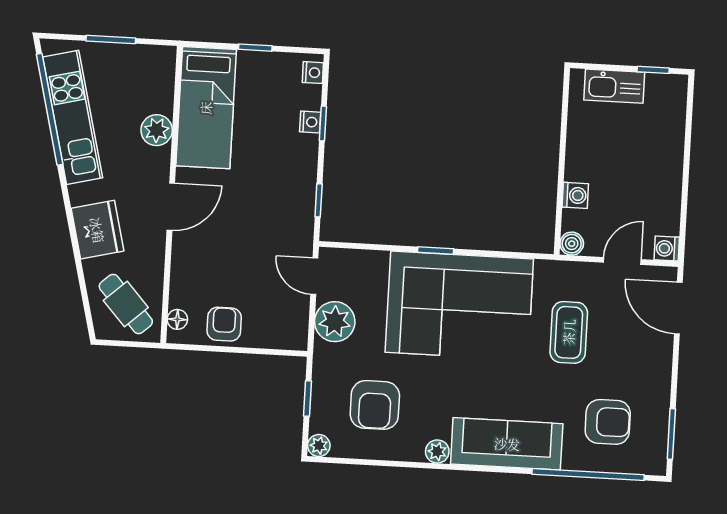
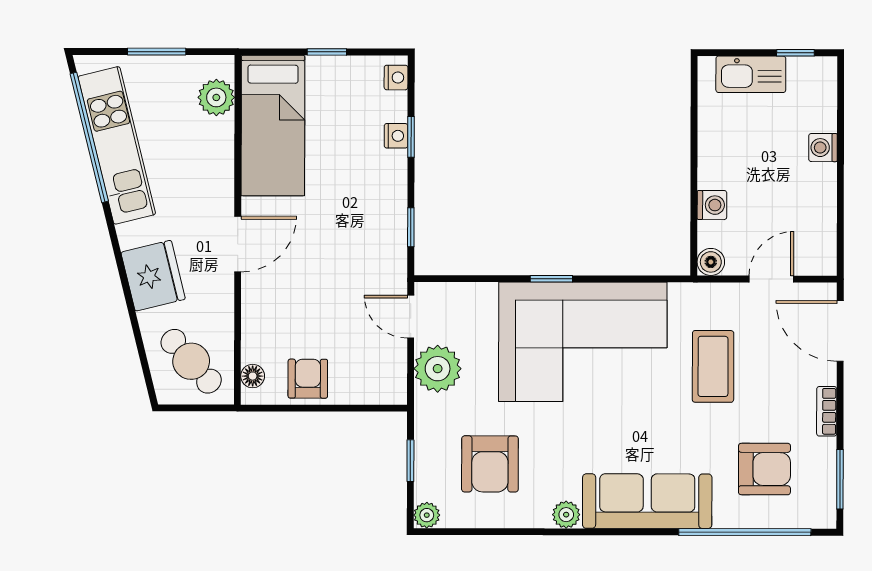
plant: (157, 130) -> (216, 97), moved
washing machine: (667, 249) -> (823, 148), moved
bookcase: (663, 376) -> (827, 411), added

